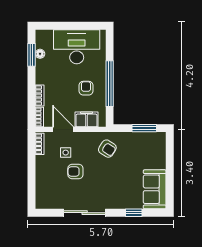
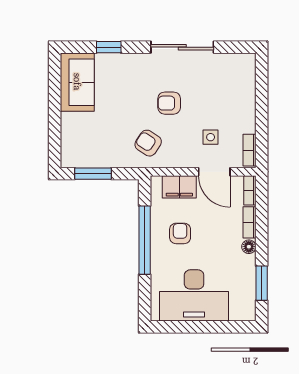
floor lamp: (40, 54) -> (249, 247), moved
armchair: (86, 88) -> (180, 233), turned 180
armchair: (75, 171) -> (169, 103), moved, turned 180

